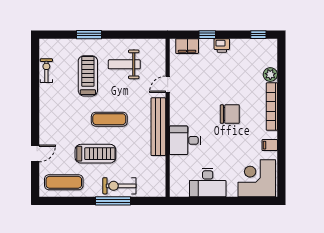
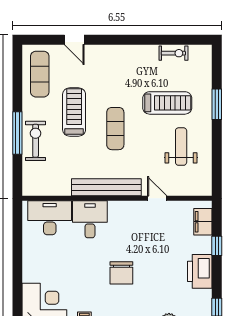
printer: (222, 45) -> (200, 271), width x1.87, depth x1.48
treadmill: (95, 154) -> (74, 112), turned 180
desk: (208, 183) -> (50, 218), moved, turned 90

